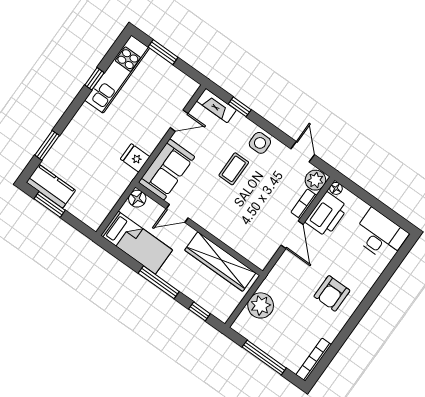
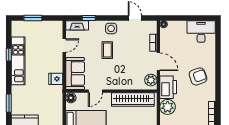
kitchen unit: (117, 74) -> (18, 61), moved
plant: (315, 180) -> (151, 80), moved
printer: (327, 214) -> (168, 87), moved
armchair: (332, 293) -> (198, 76), turned -110

